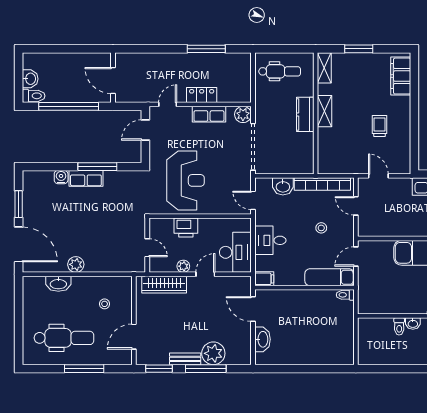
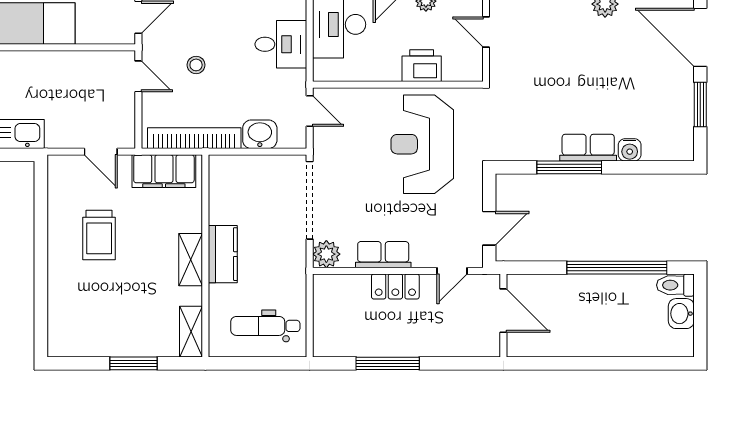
filing cabinet: (401, 76) -> (164, 171), moved, turned 90
wall: (113, 78) -> (503, 316), moved
door: (113, 81) -> (503, 311), moved
trolley: (379, 126) -> (99, 235), width x1.36, depth x1.39
door: (356, 206) -> (138, 76), moved

